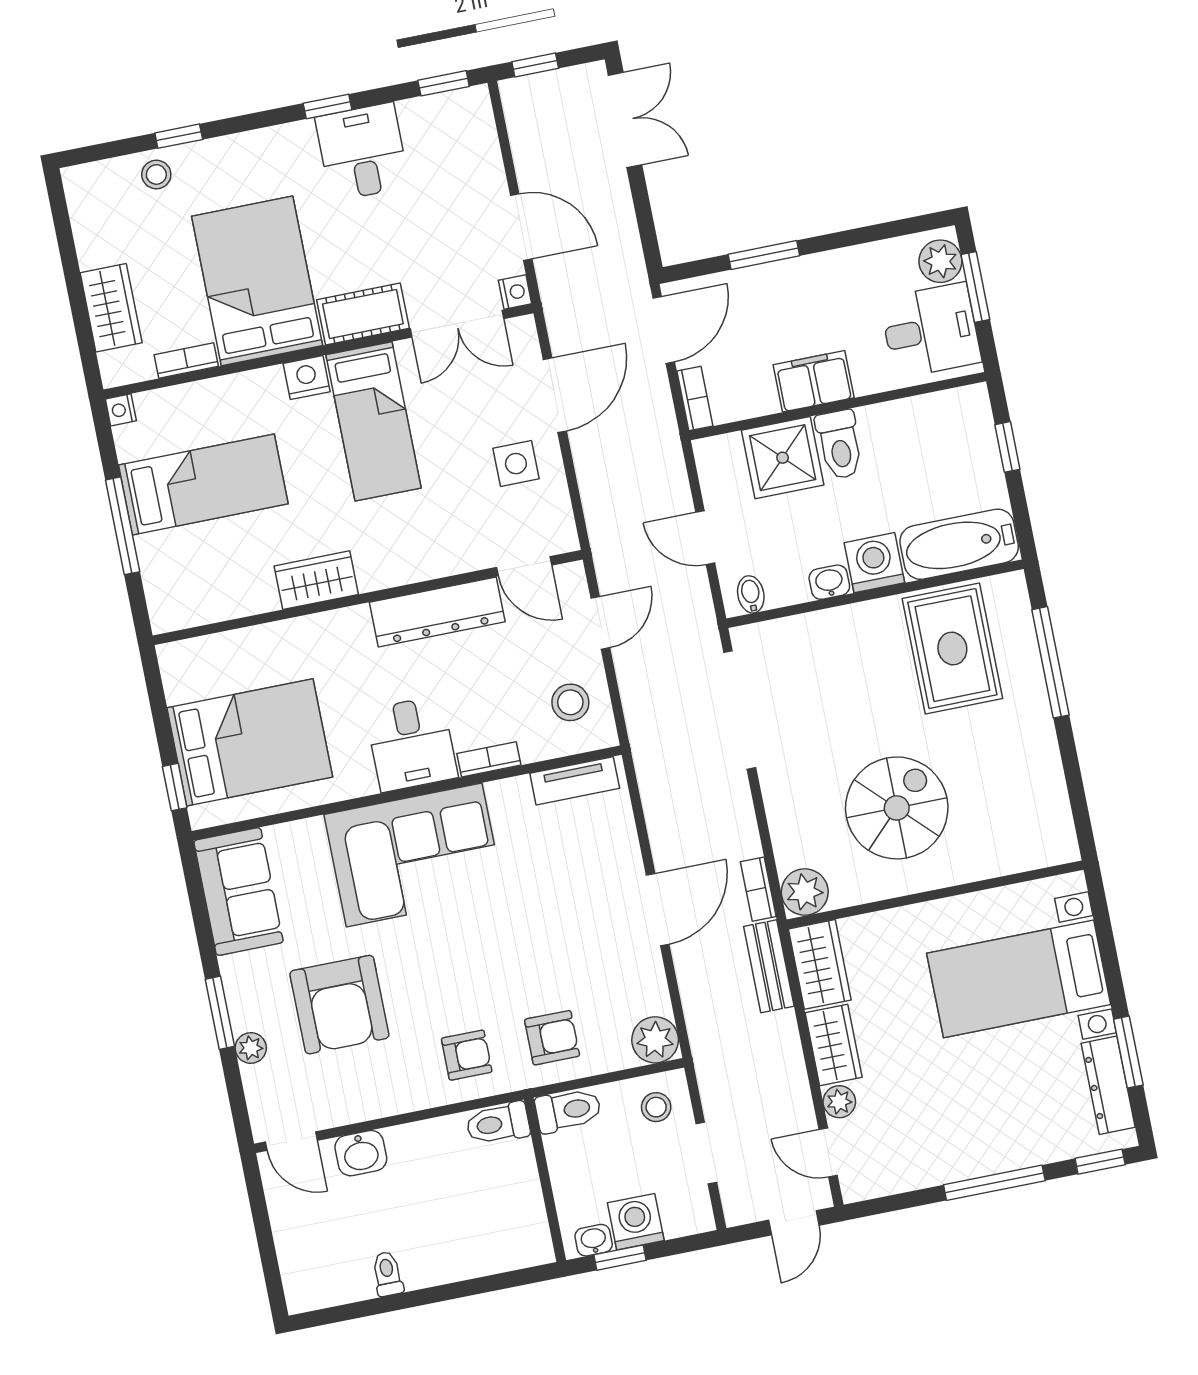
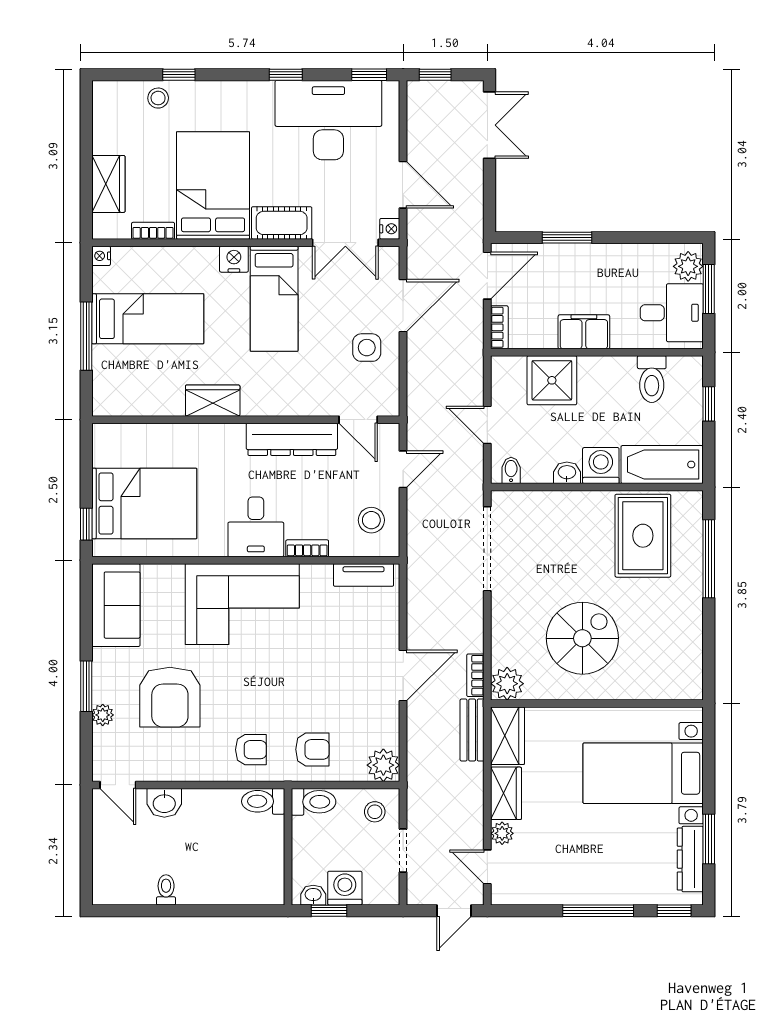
desk: (362, 152) -> (328, 120), width x1.87, depth x1.30
toilet: (840, 445) -> (652, 379), moved

